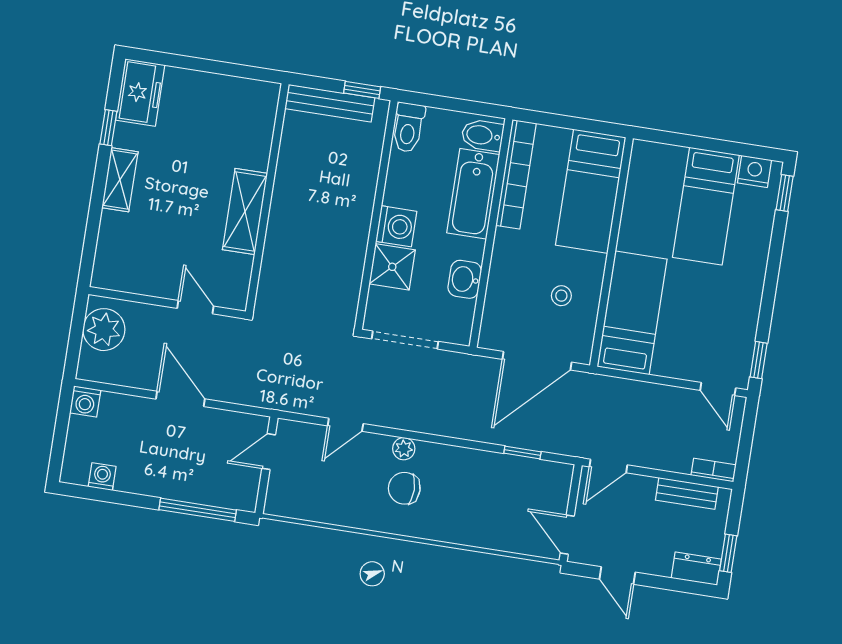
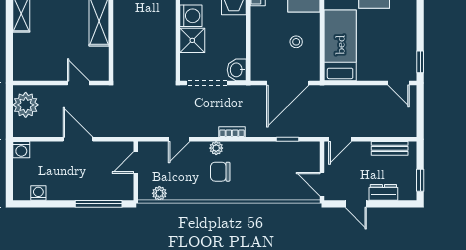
washbasin: (465, 279) -> (237, 70), moved
bookcase: (714, 470) -> (232, 132), moved
plant: (300, 508) -> (159, 193), added
dresser: (696, 569) -> (383, 192), moved

